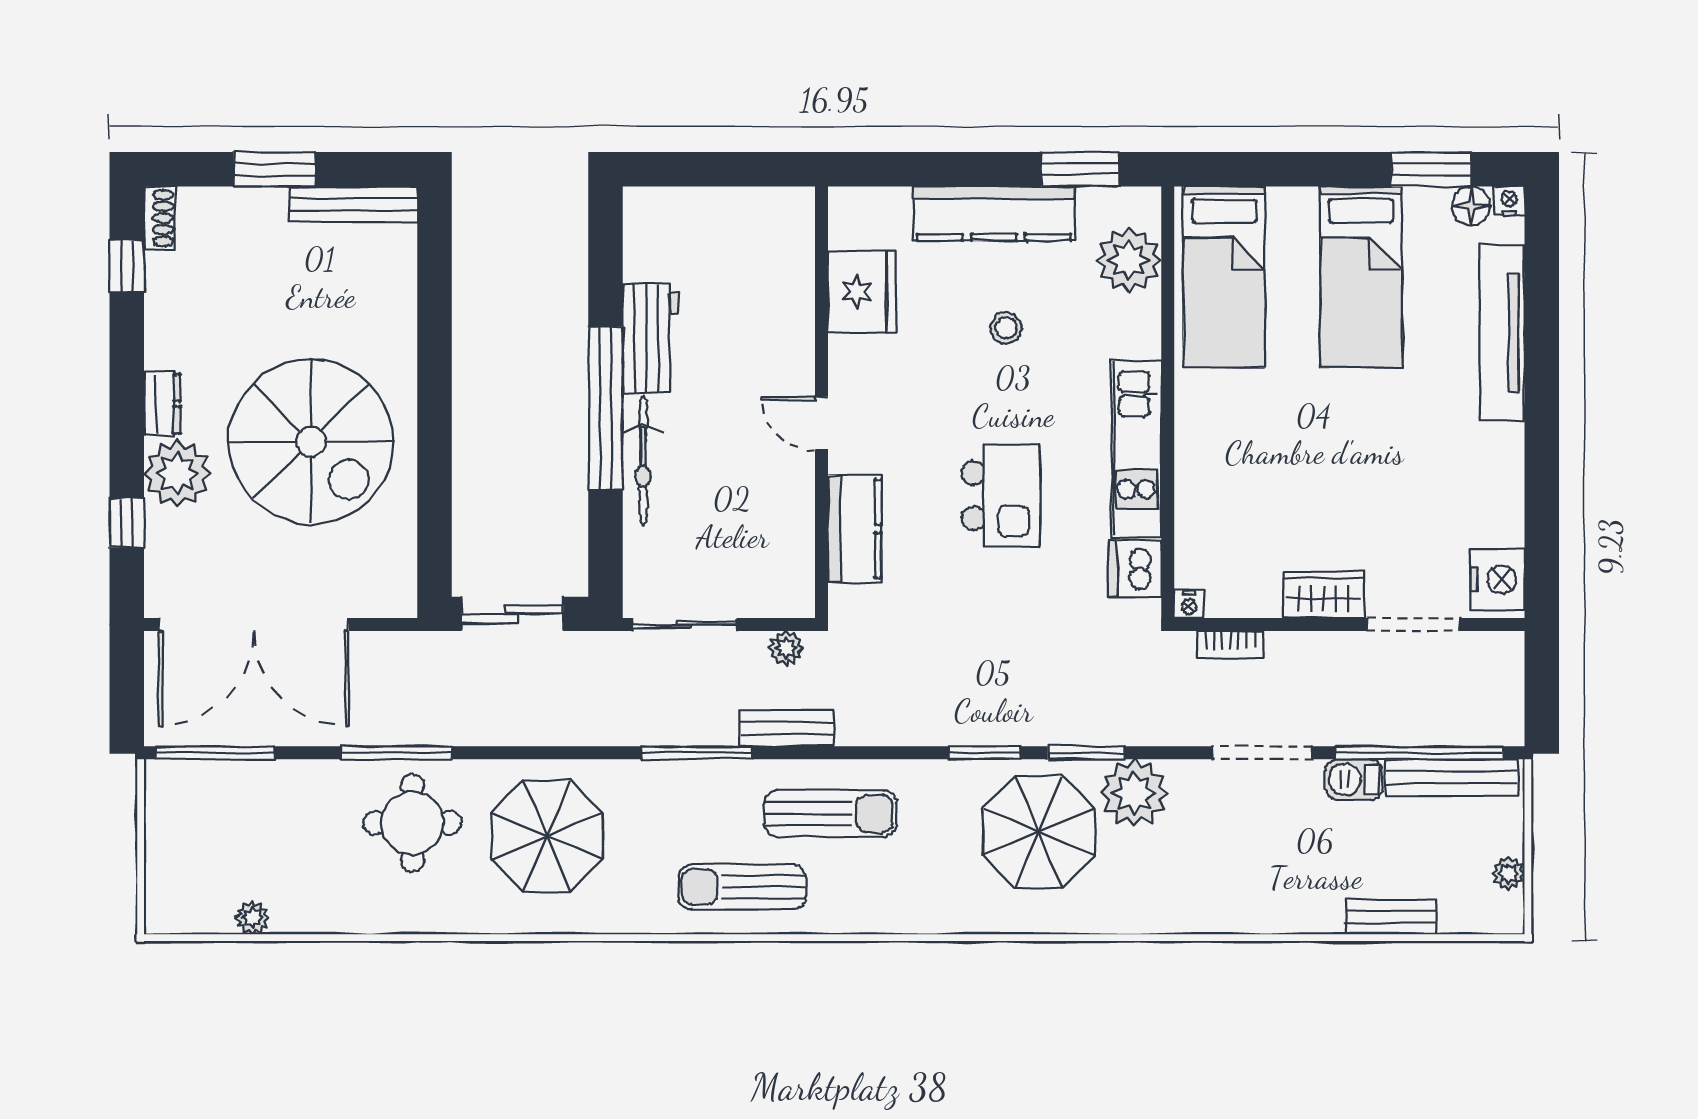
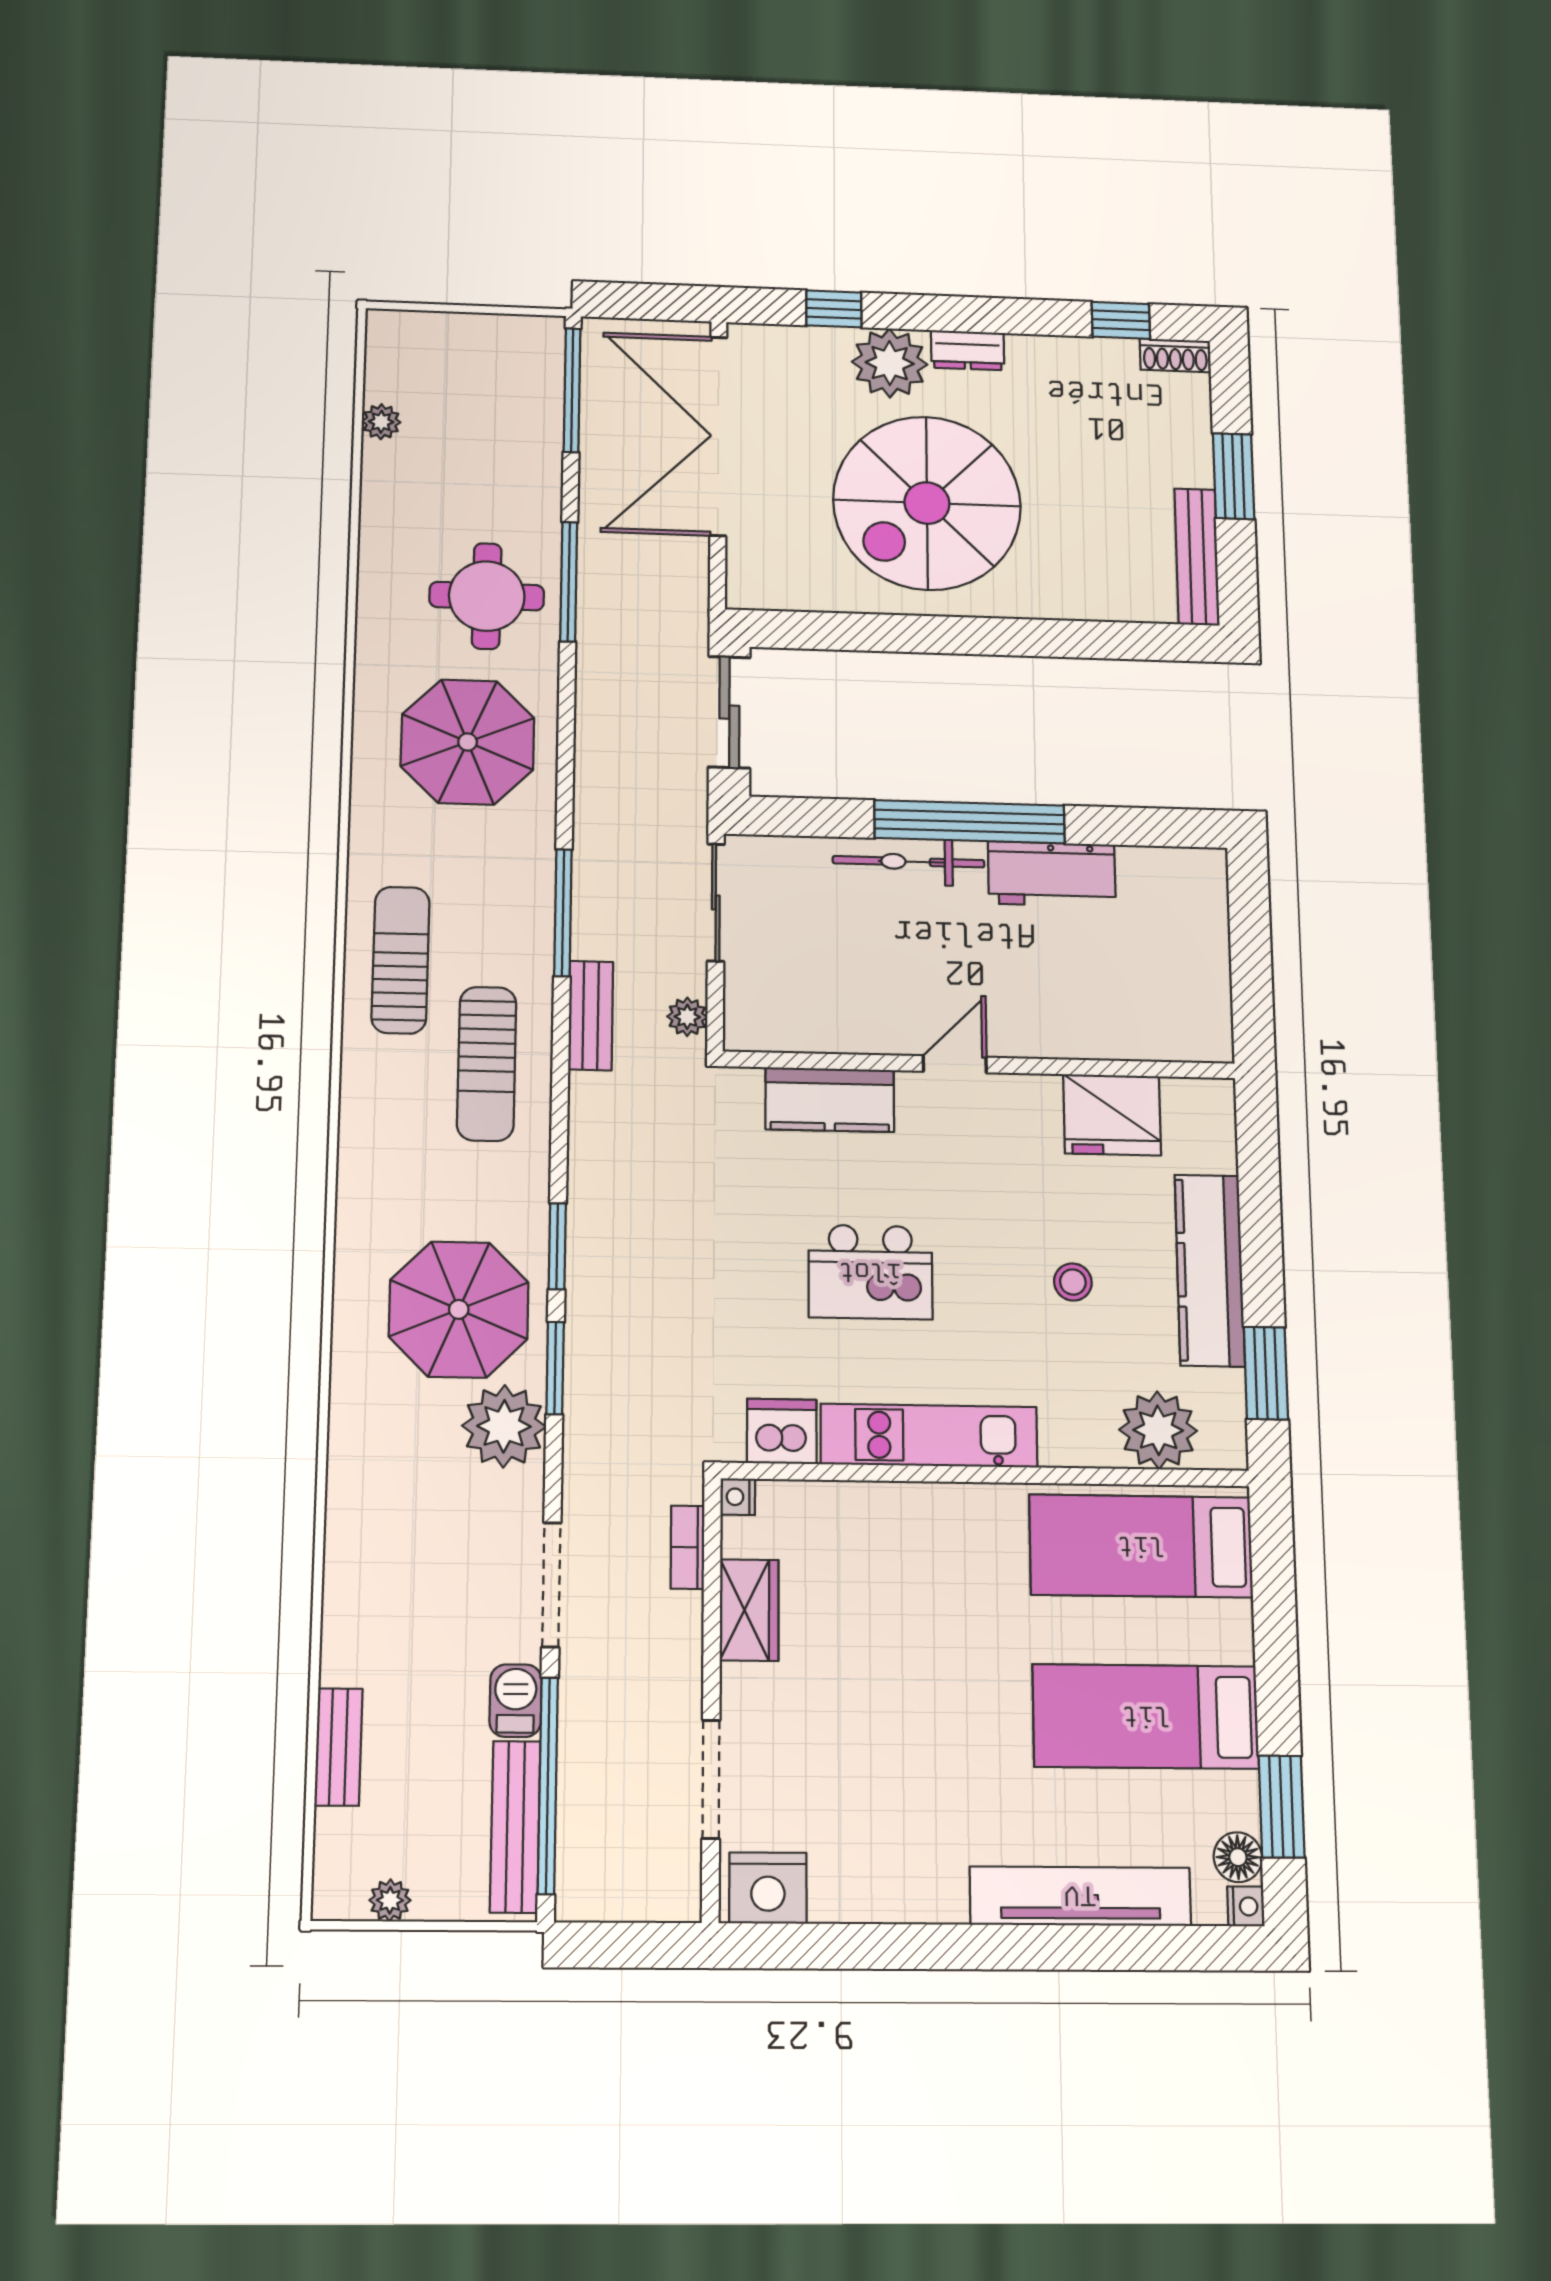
wardrobe: (1324, 595) -> (749, 1610), moved

